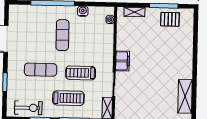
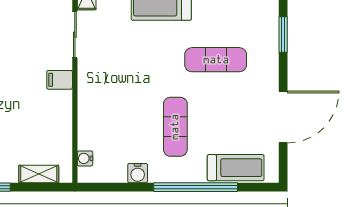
filing cabinet: (122, 61) -> (60, 80), width x0.50
treadmill: (81, 73) -> (236, 168), moved

